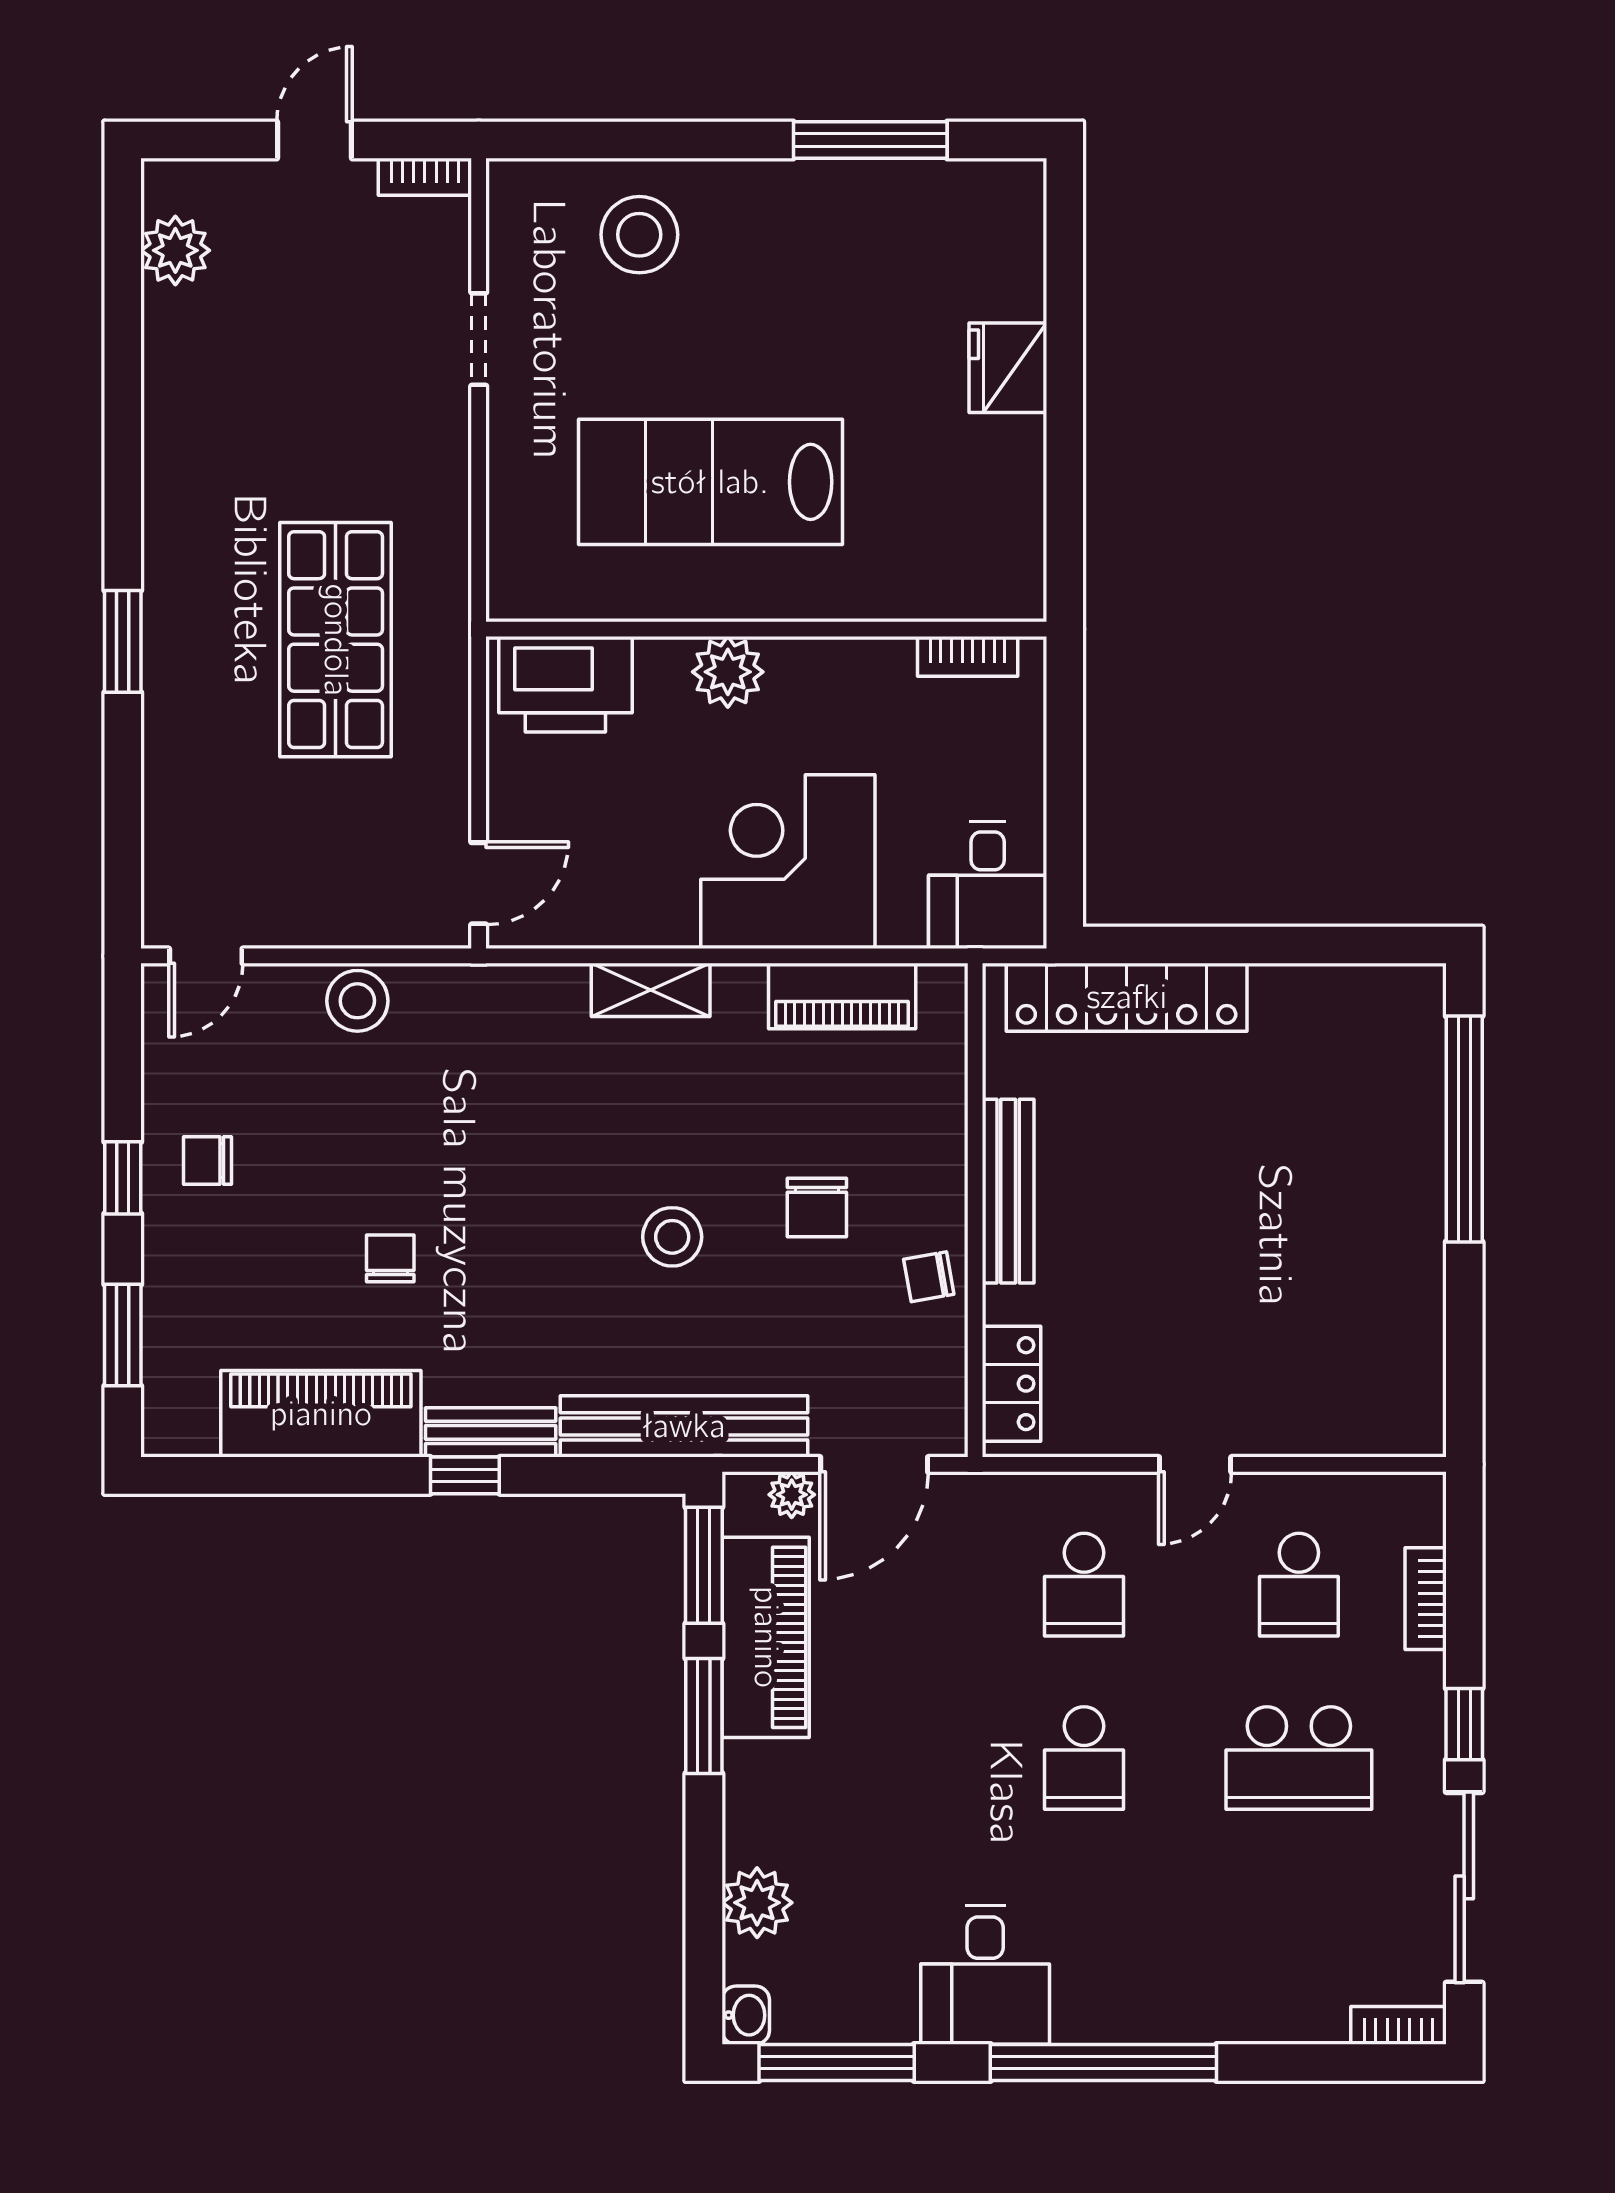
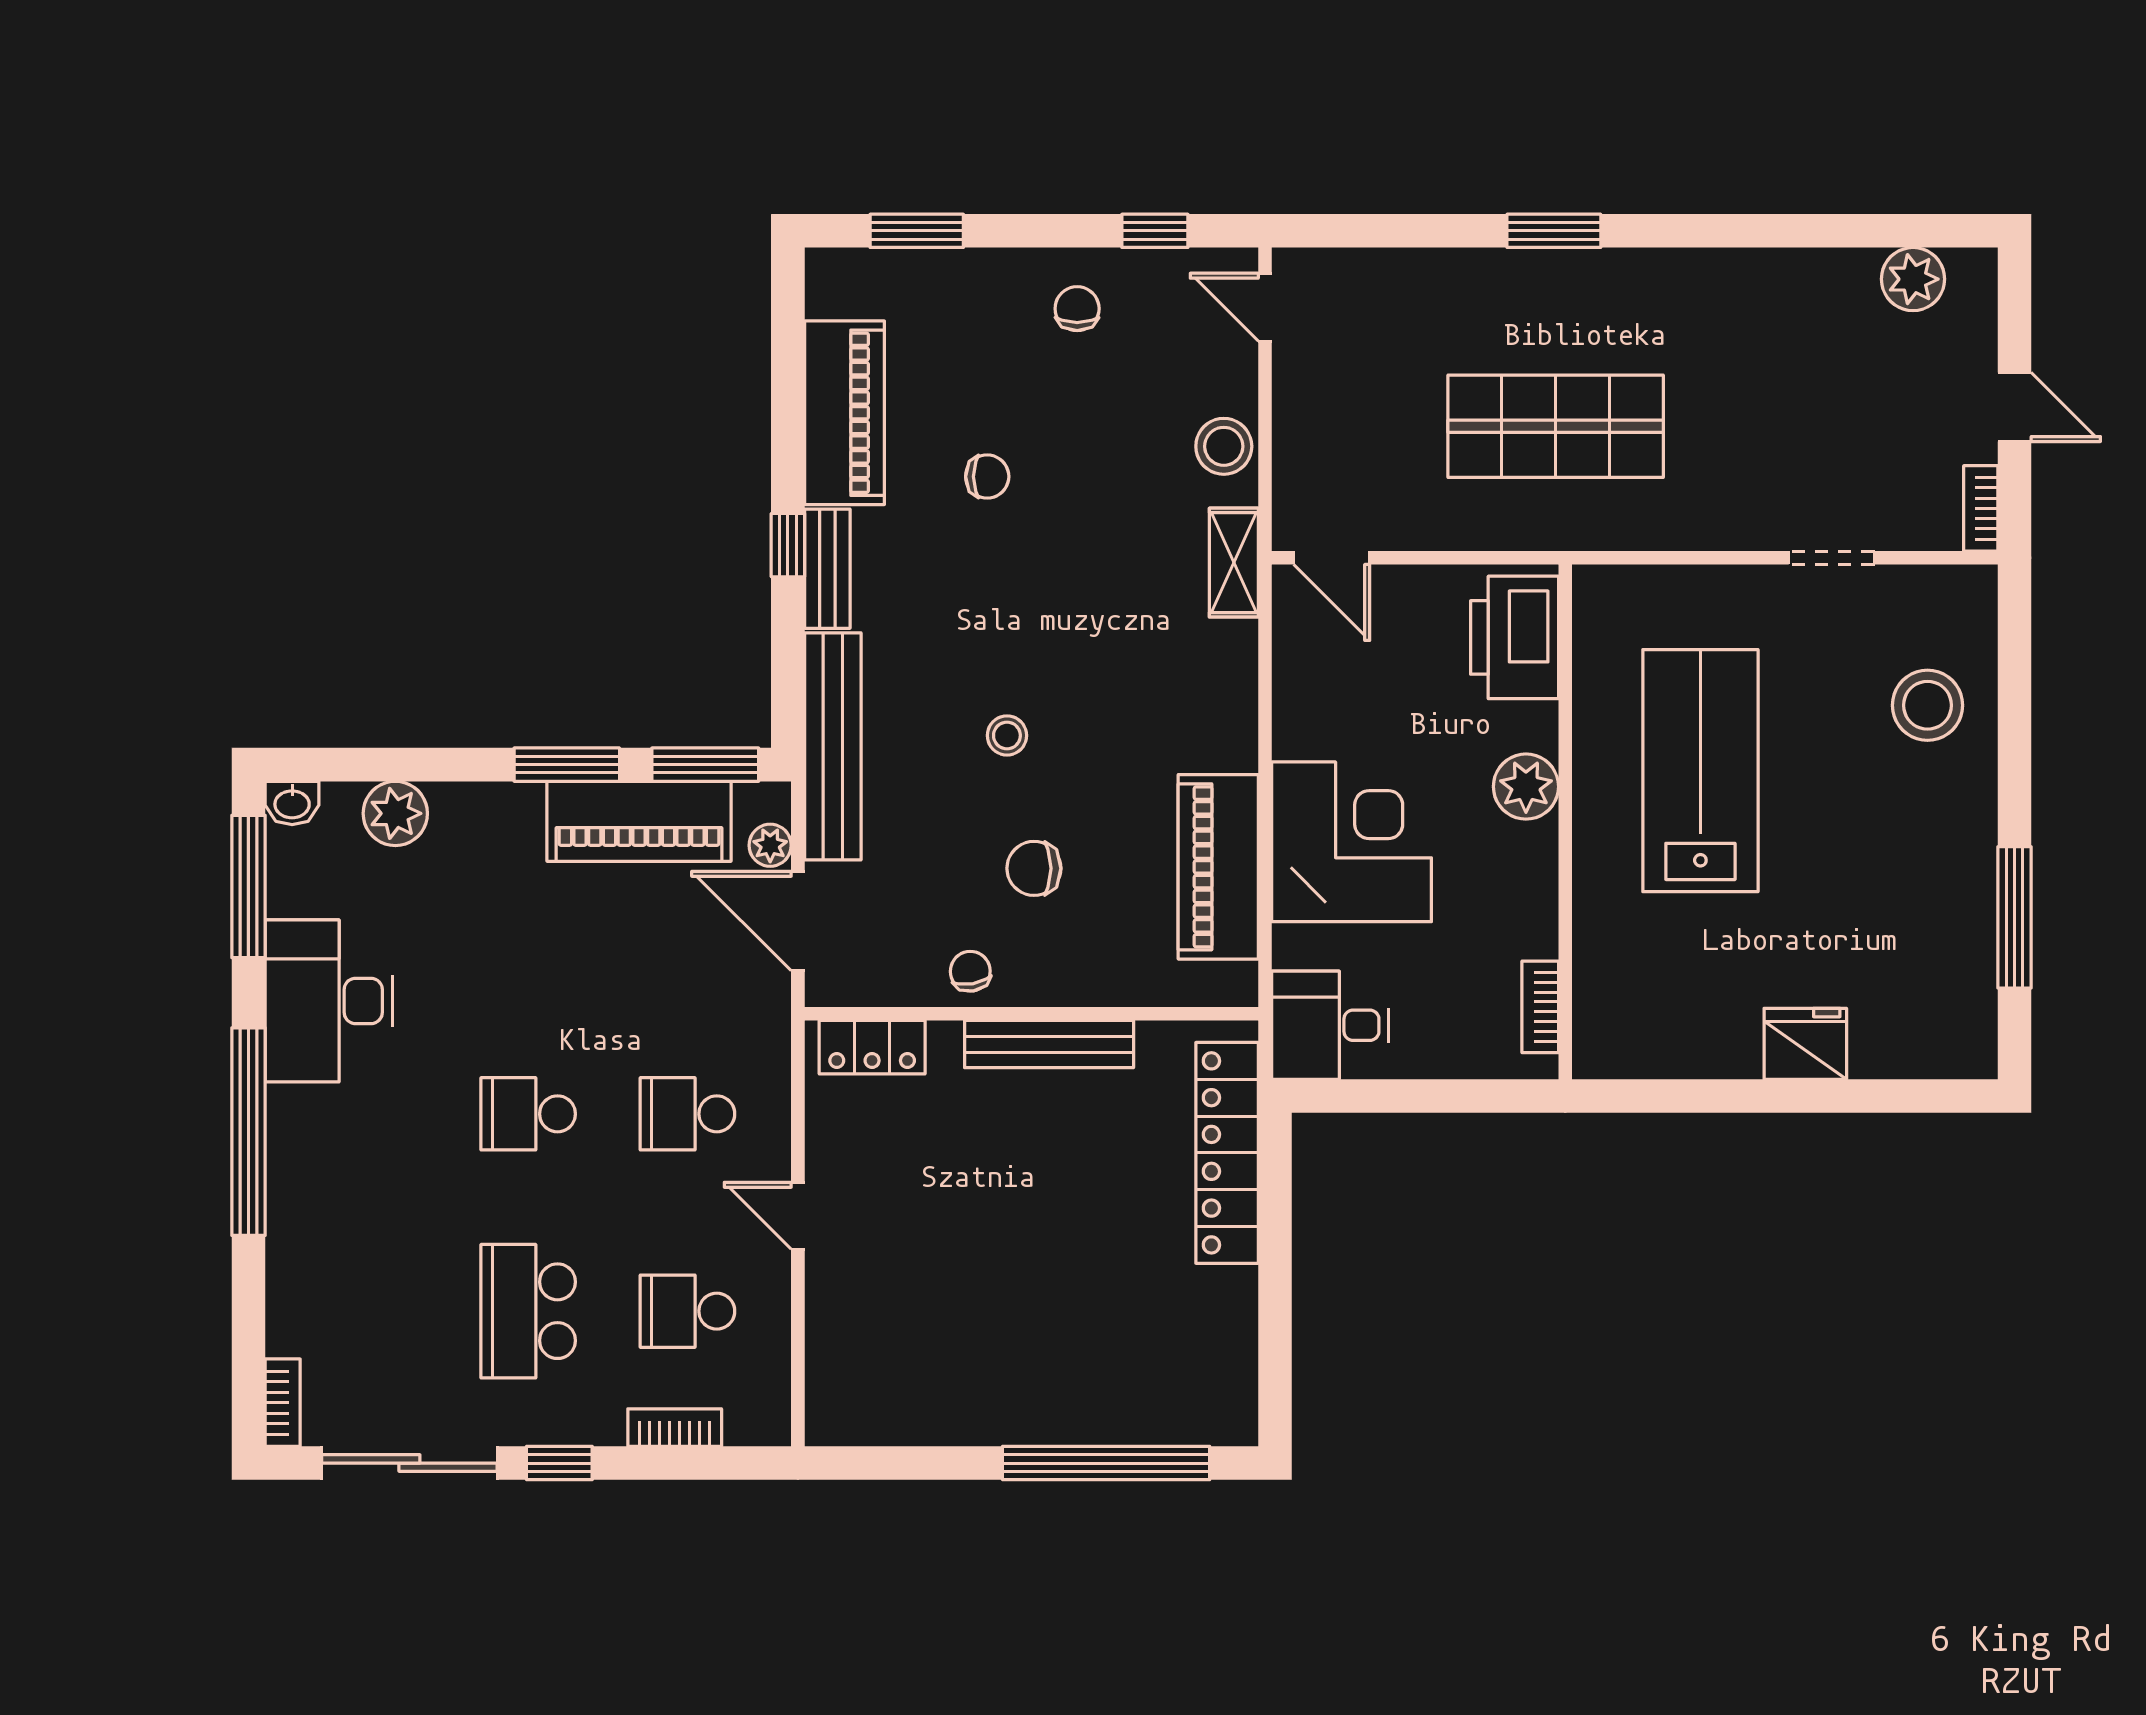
shelving: (651, 990) -> (1234, 563), moved
piano: (842, 996) -> (1218, 867), width x1.37, depth x1.33
window: (123, 1178) -> (1155, 231), moved
stool: (672, 1237) -> (1007, 735), width x0.73, depth x0.73
desk: (985, 1975) -> (329, 1001), width x1.37

